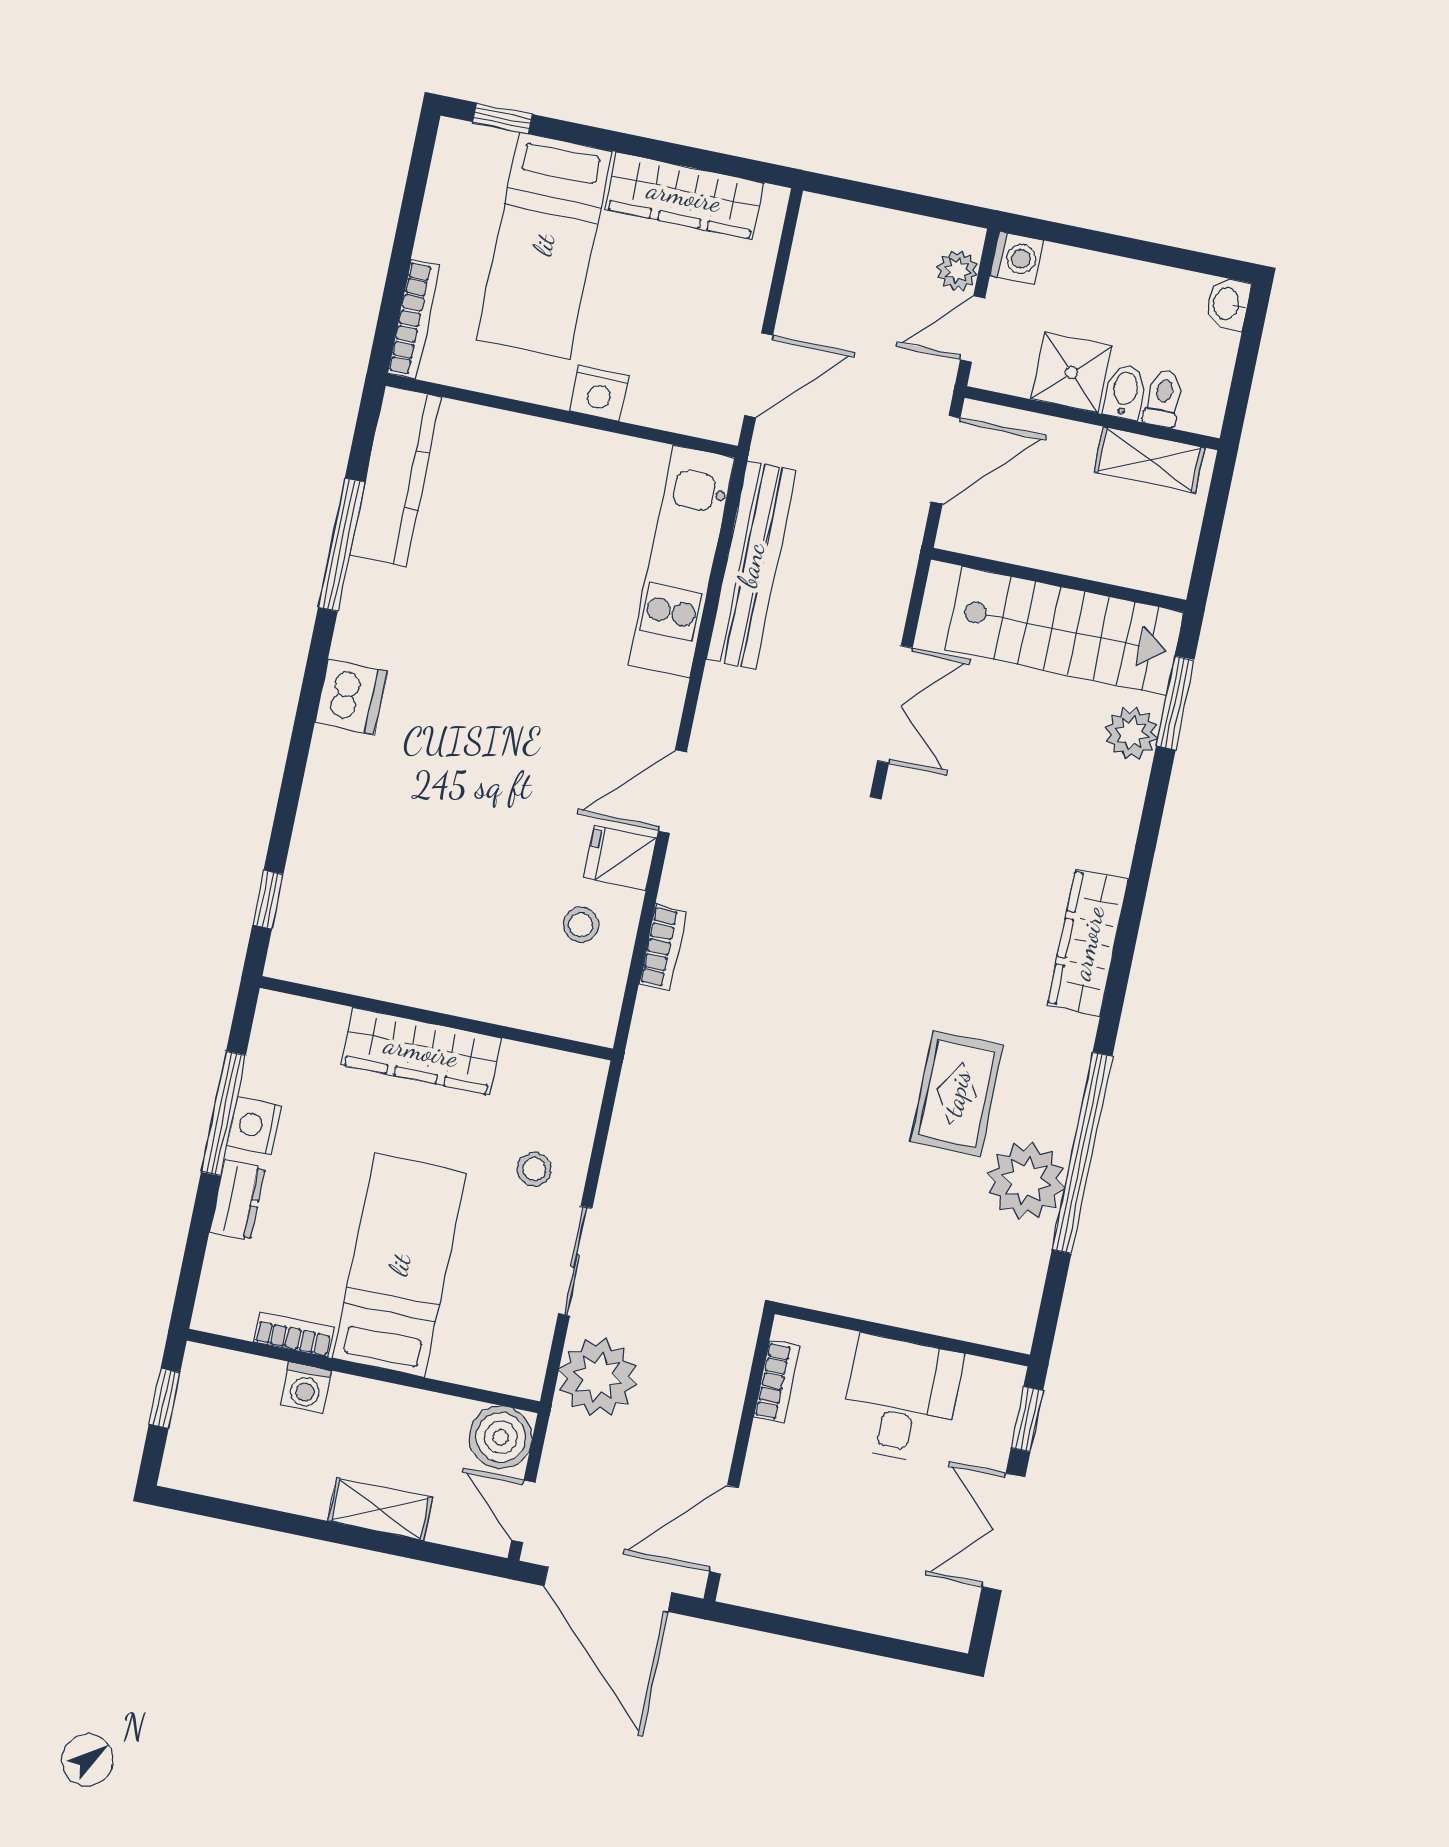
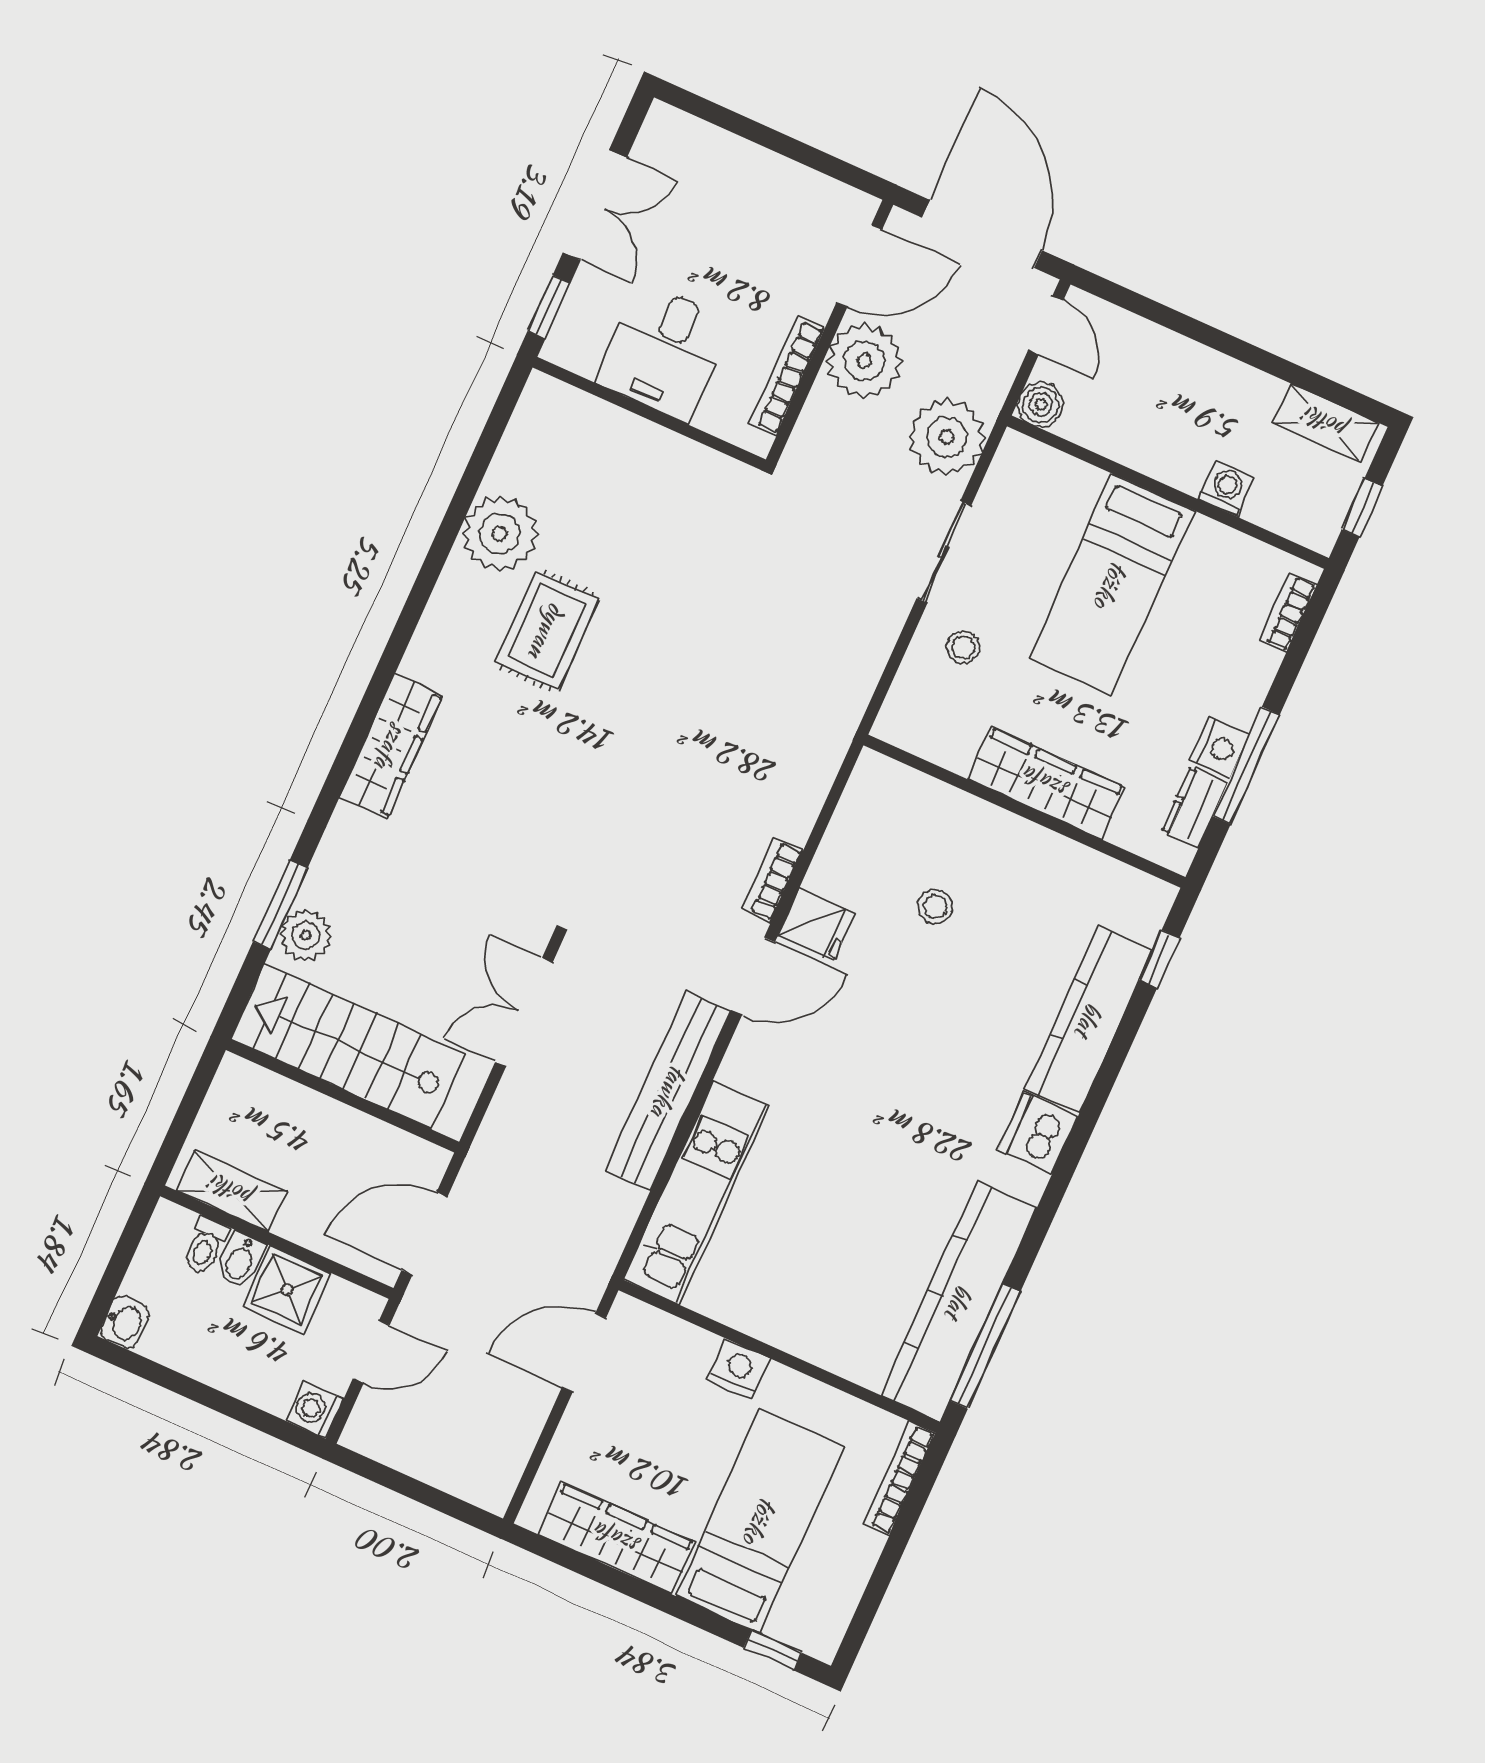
plant: (957, 271) -> (864, 361), moved, width x1.88, depth x1.88
kitchen counter: (395, 476) -> (959, 1302), width x1.39, depth x1.17
window: (341, 545) -> (985, 1346), moved
bench: (751, 565) -> (669, 1091), moved
window: (1175, 703) -> (280, 905), moved
kitchen counter: (325, 823) -> (1089, 1020), added
stool: (581, 925) -> (935, 907), moved
bookcase: (663, 948) -> (773, 880), moved
window: (1082, 1153) -> (441, 548), removed
dresser: (237, 1200) -> (1194, 807), moved
bookcase: (294, 1335) -> (1288, 612), moved, turned 90
bookcase: (777, 1382) -> (787, 376), width x1.56
boiler: (501, 1437) -> (1041, 404), width x0.73, depth x0.73
shelving: (380, 1509) -> (1326, 423), moved

